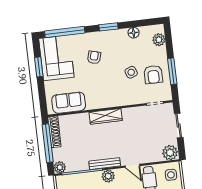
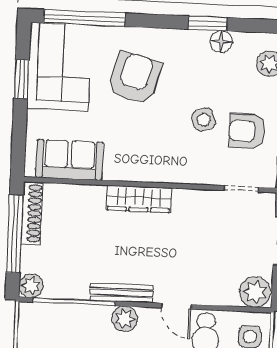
window: (109, 27) -> (208, 23), moved
armchair: (94, 57) -> (135, 78), width x1.88, depth x1.88
armchair: (153, 74) -> (247, 131), turned 90

